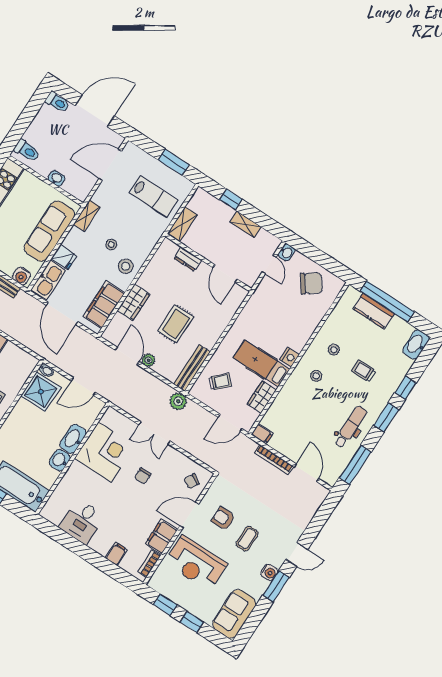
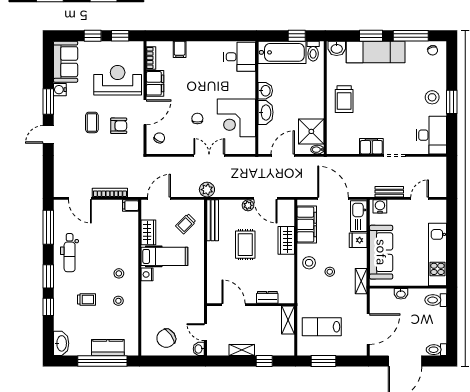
desk: (82, 521) -> (240, 57), moved, turned 90
water cooler: (269, 572) -> (60, 90), moved

